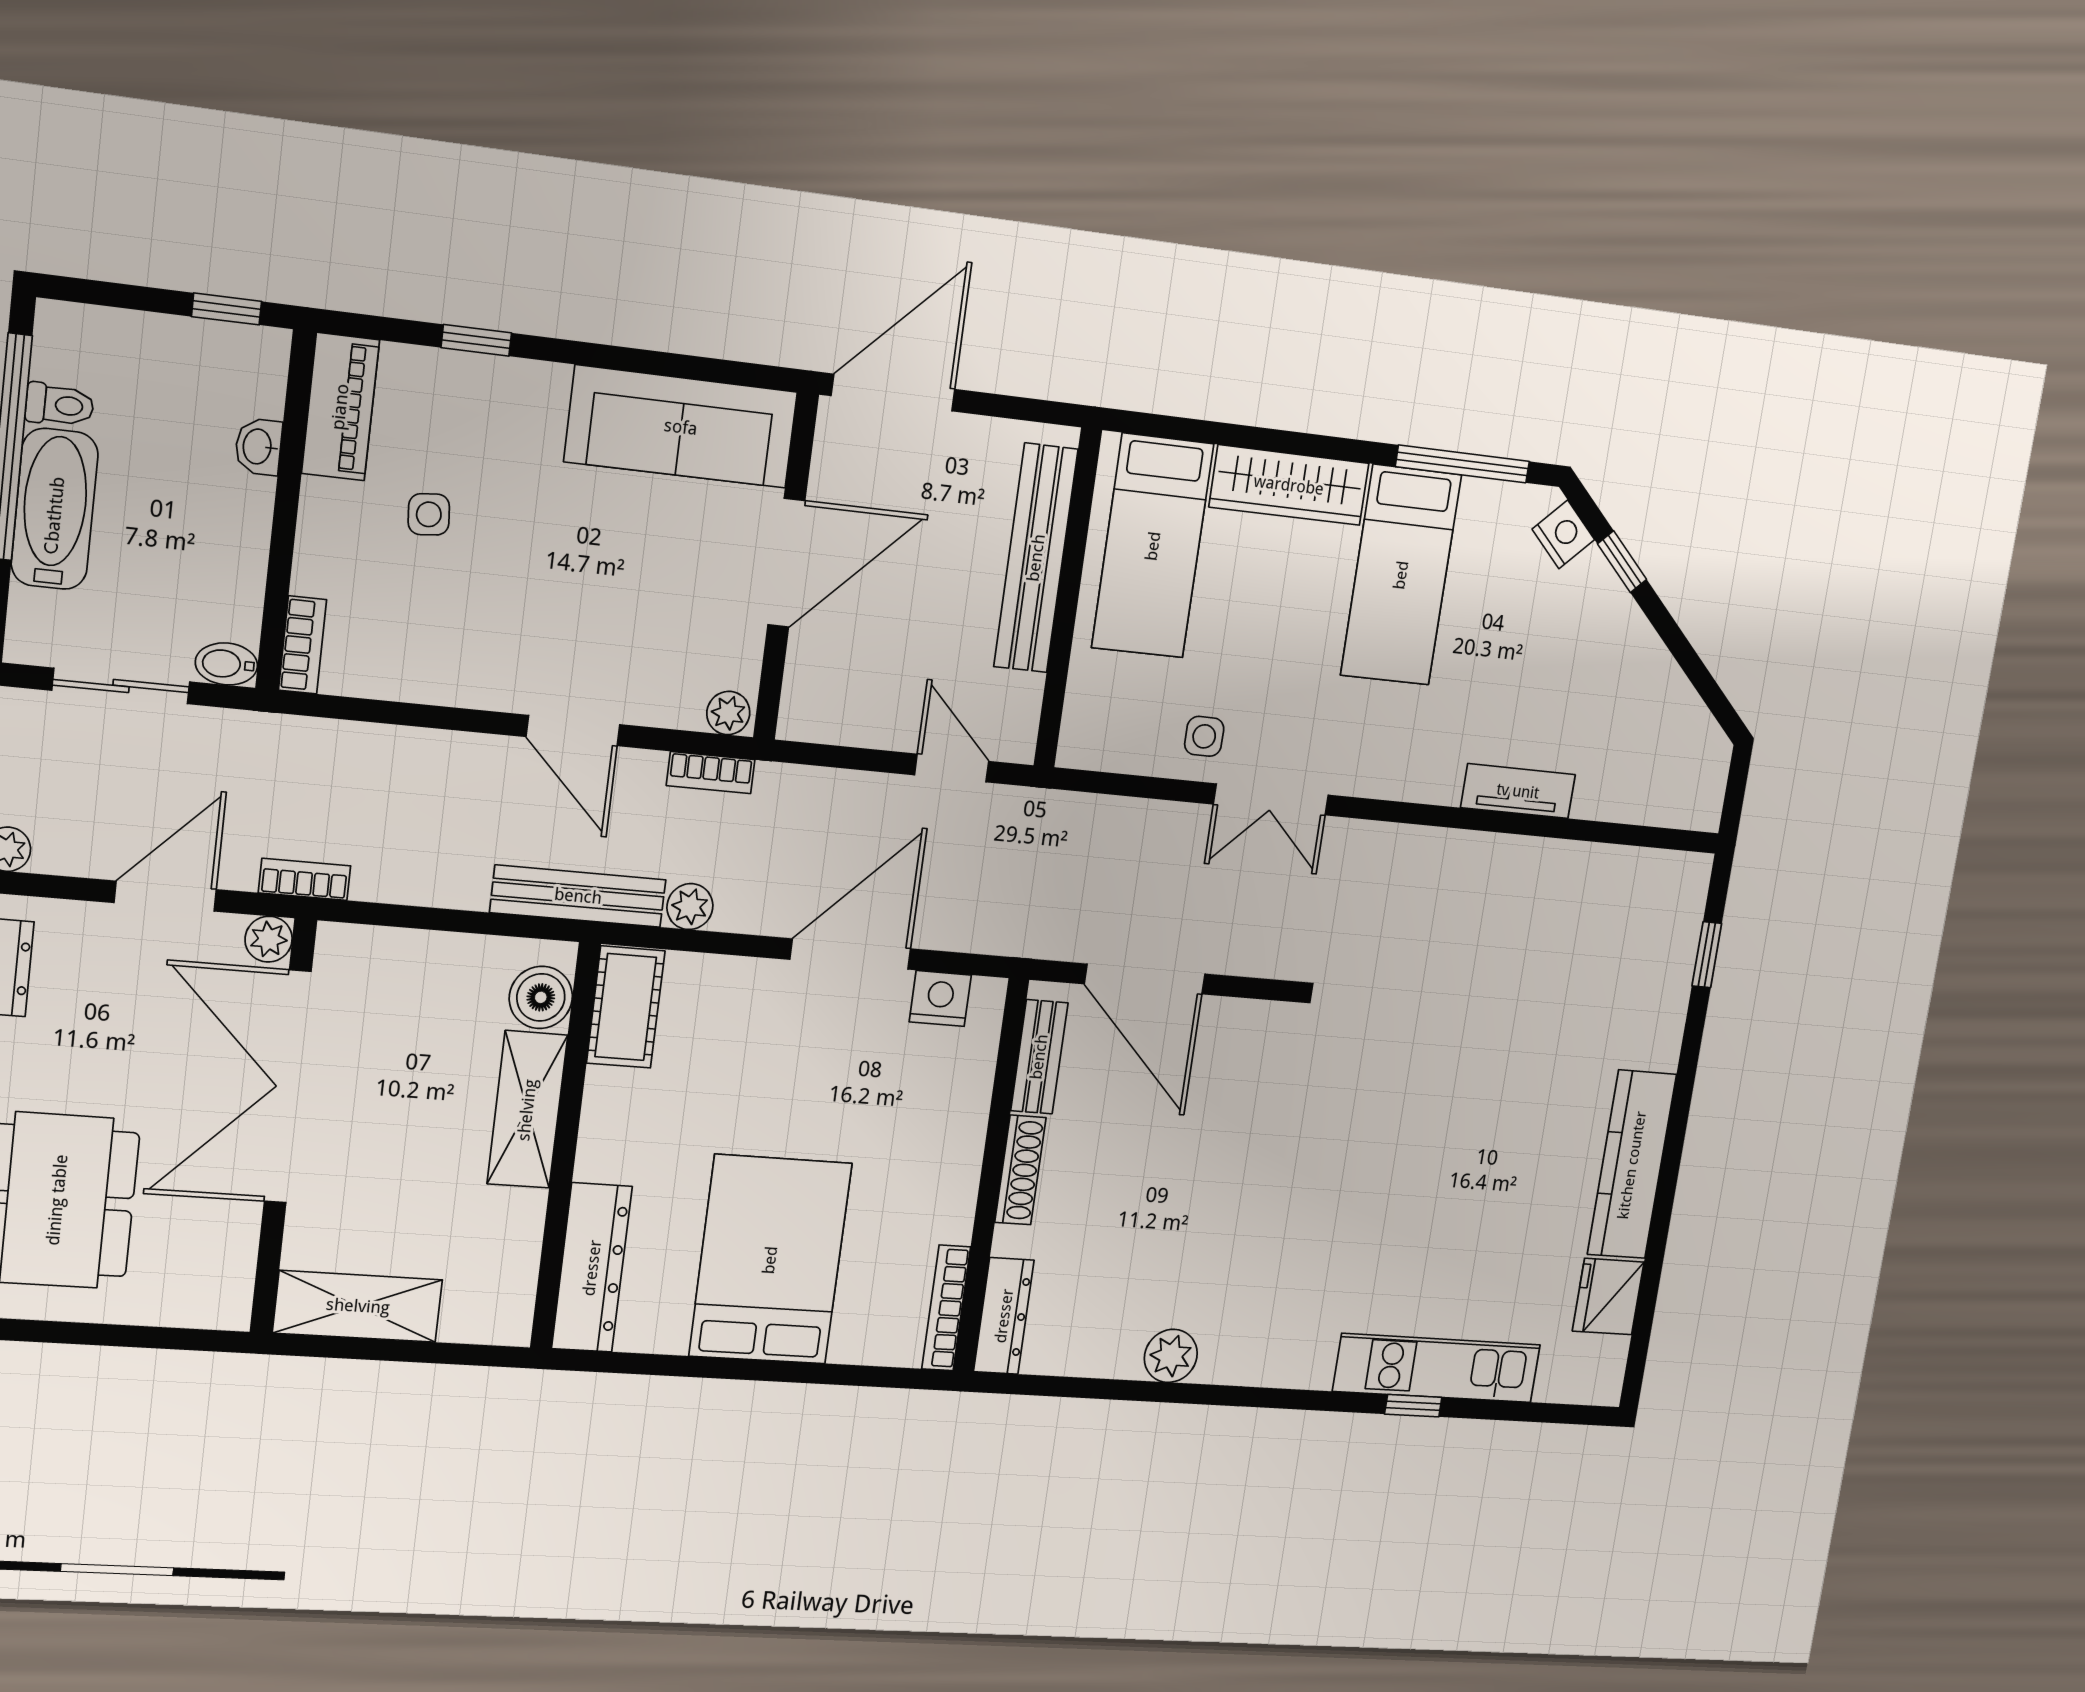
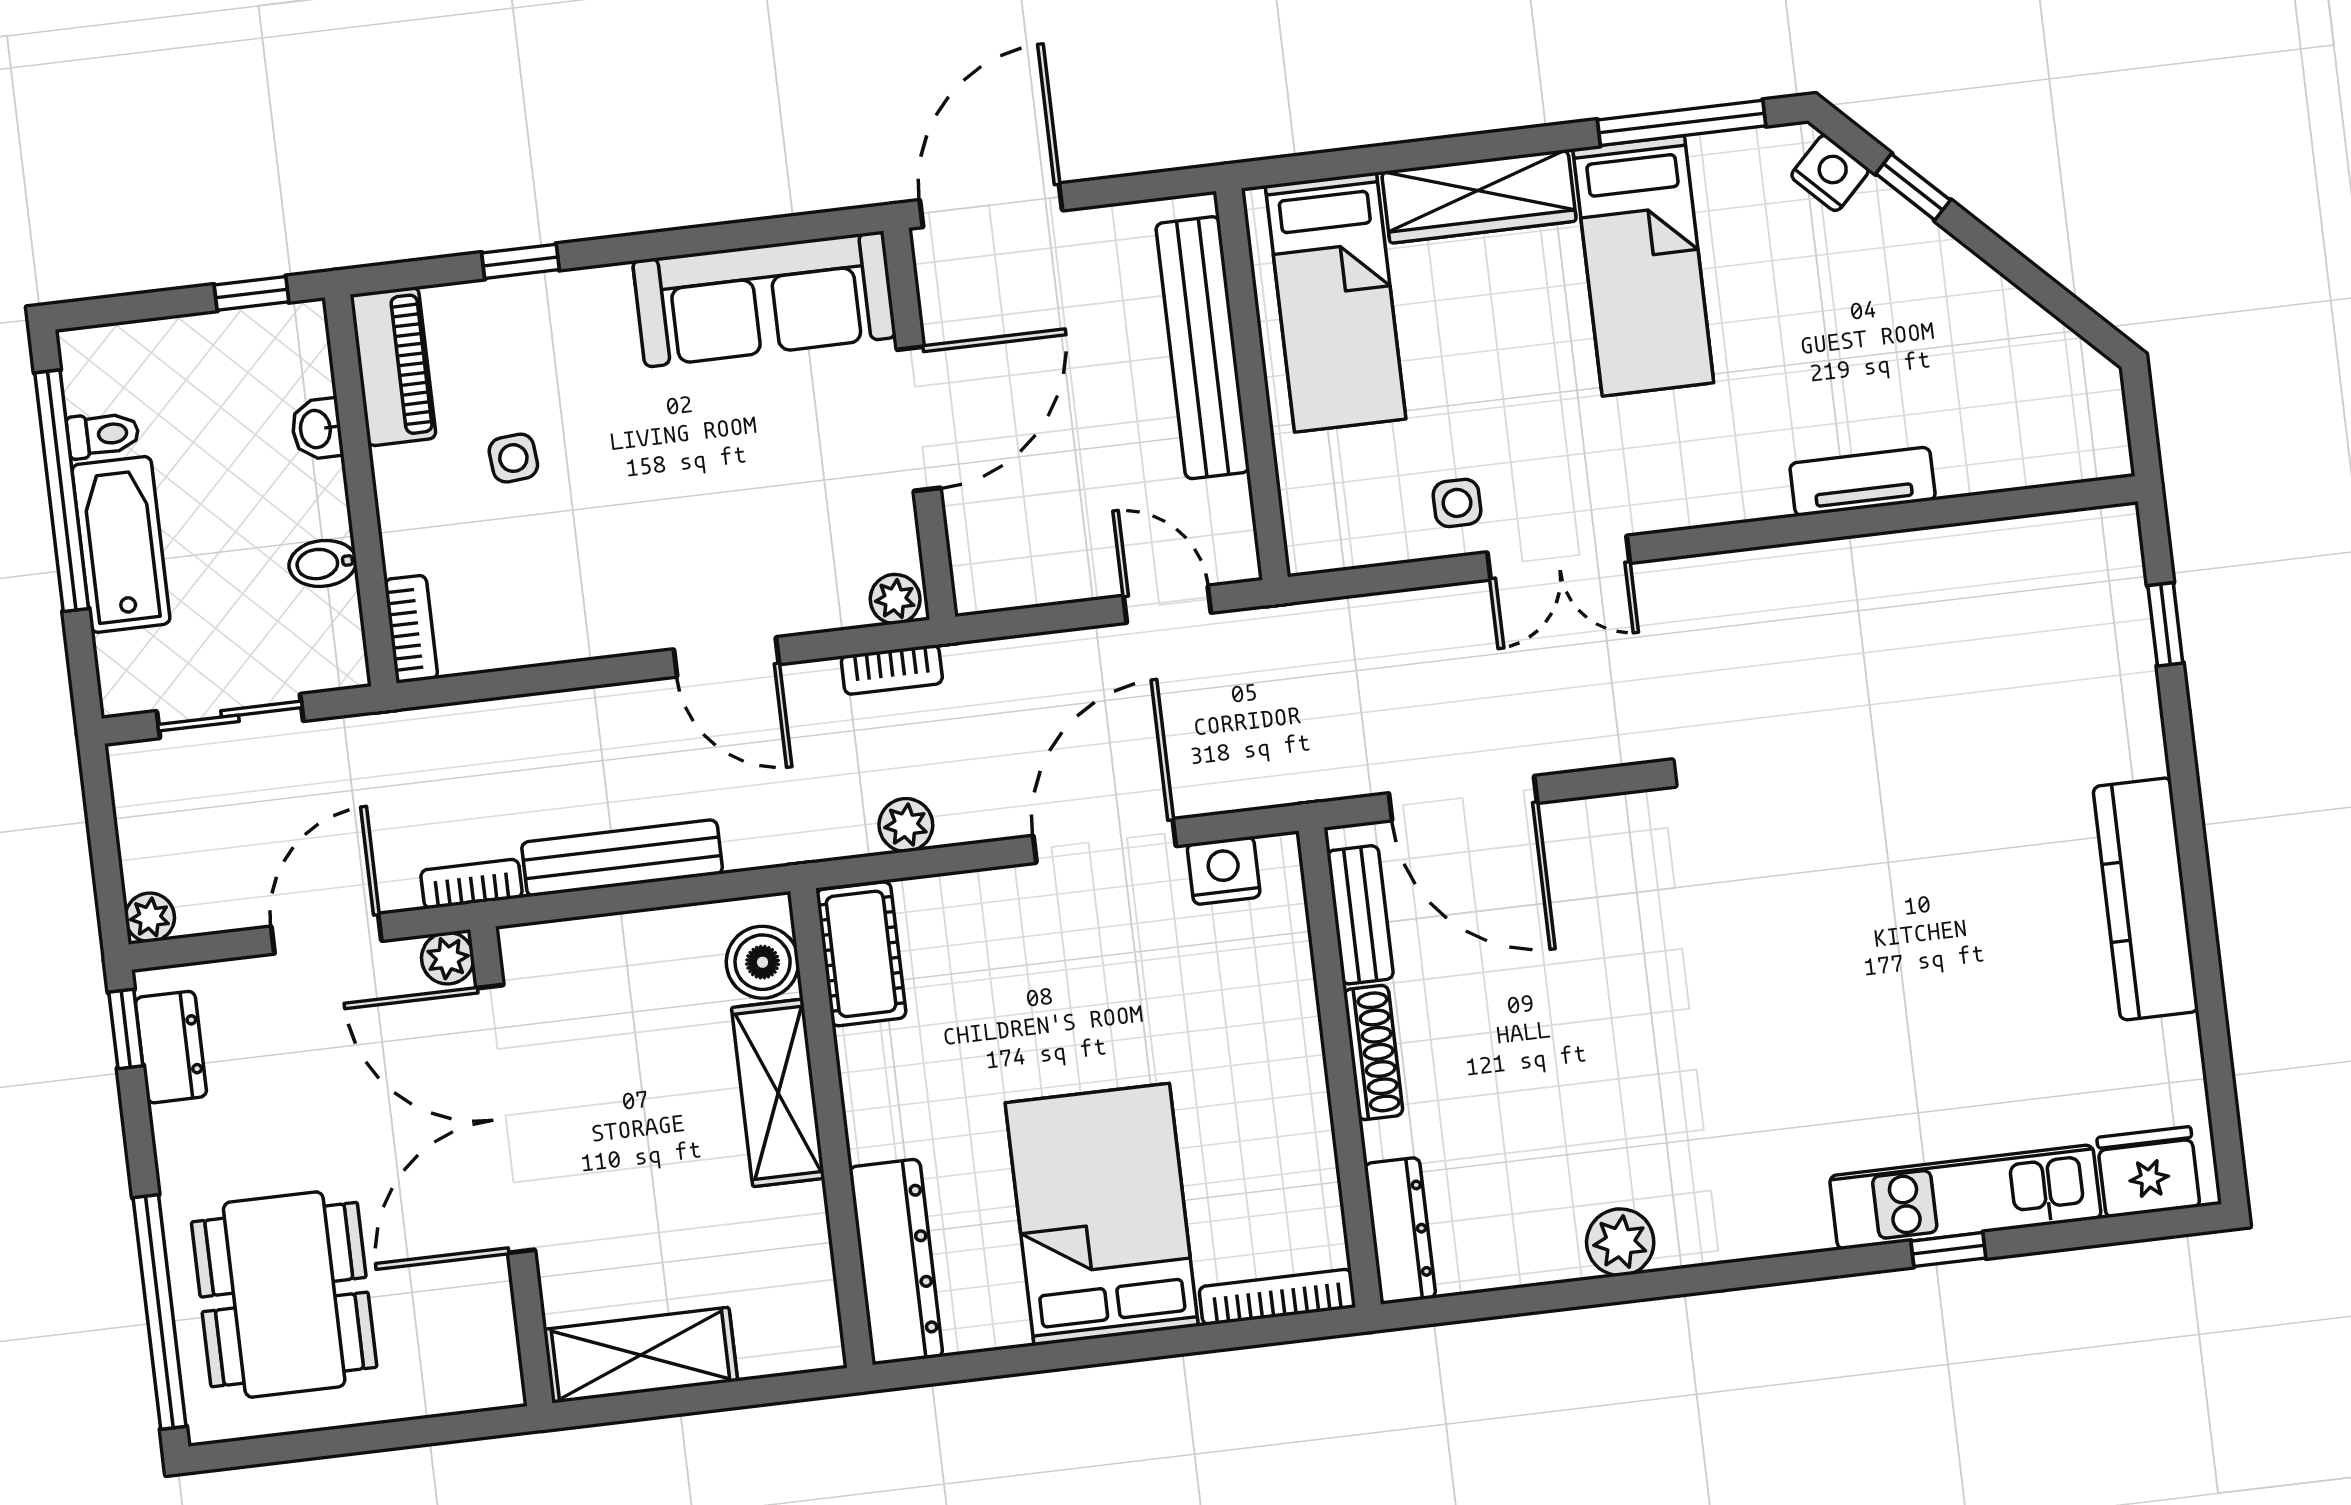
bidet: (226, 664) -> (323, 563), moved
bench: (578, 896) -> (622, 858), moved
fridge: (1608, 1297) -> (2148, 1172), moved, turned 90
bookcase: (946, 1308) -> (1277, 1297), moved, turned 90

